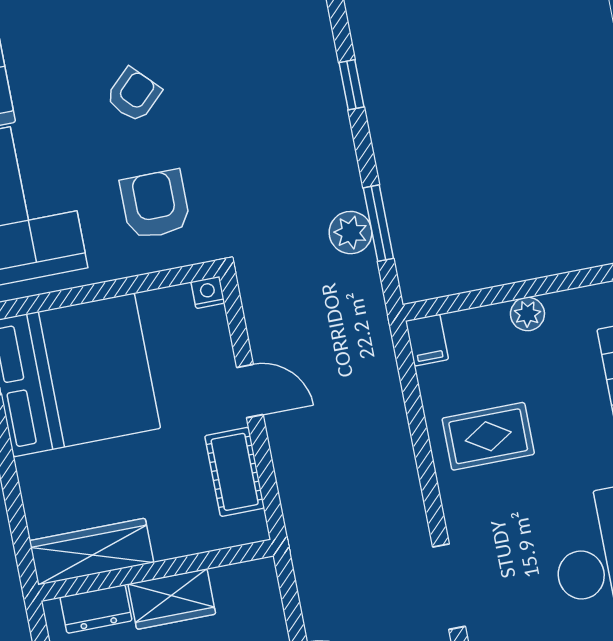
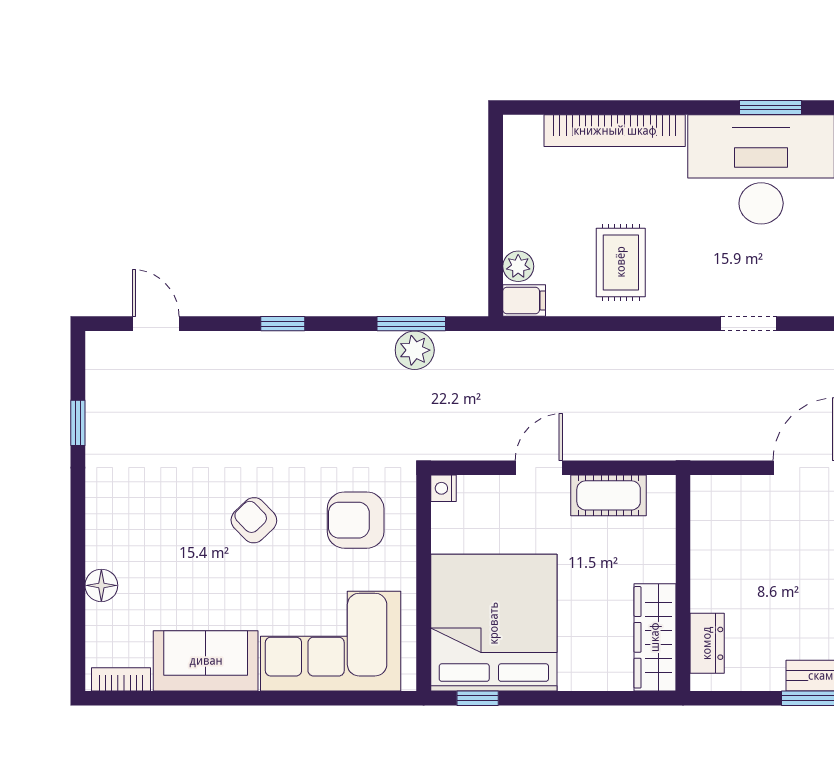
plant: (527, 314) -> (518, 266), moved
doorway: (449, 587) -> (749, 324), width x0.73
wardrobe: (172, 599) -> (711, 574), removed

